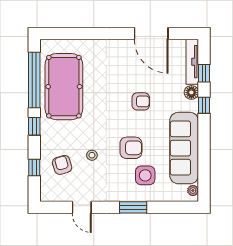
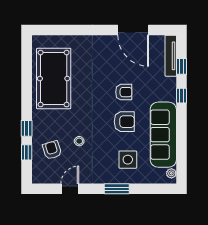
window: (34, 80) -> (27, 73), removed
floor lamp: (191, 92) -> (170, 84), removed
window: (34, 126) -> (27, 128), moved
armchair: (131, 148) -> (124, 122), moved
door: (82, 207) -> (70, 189), swing flipped

